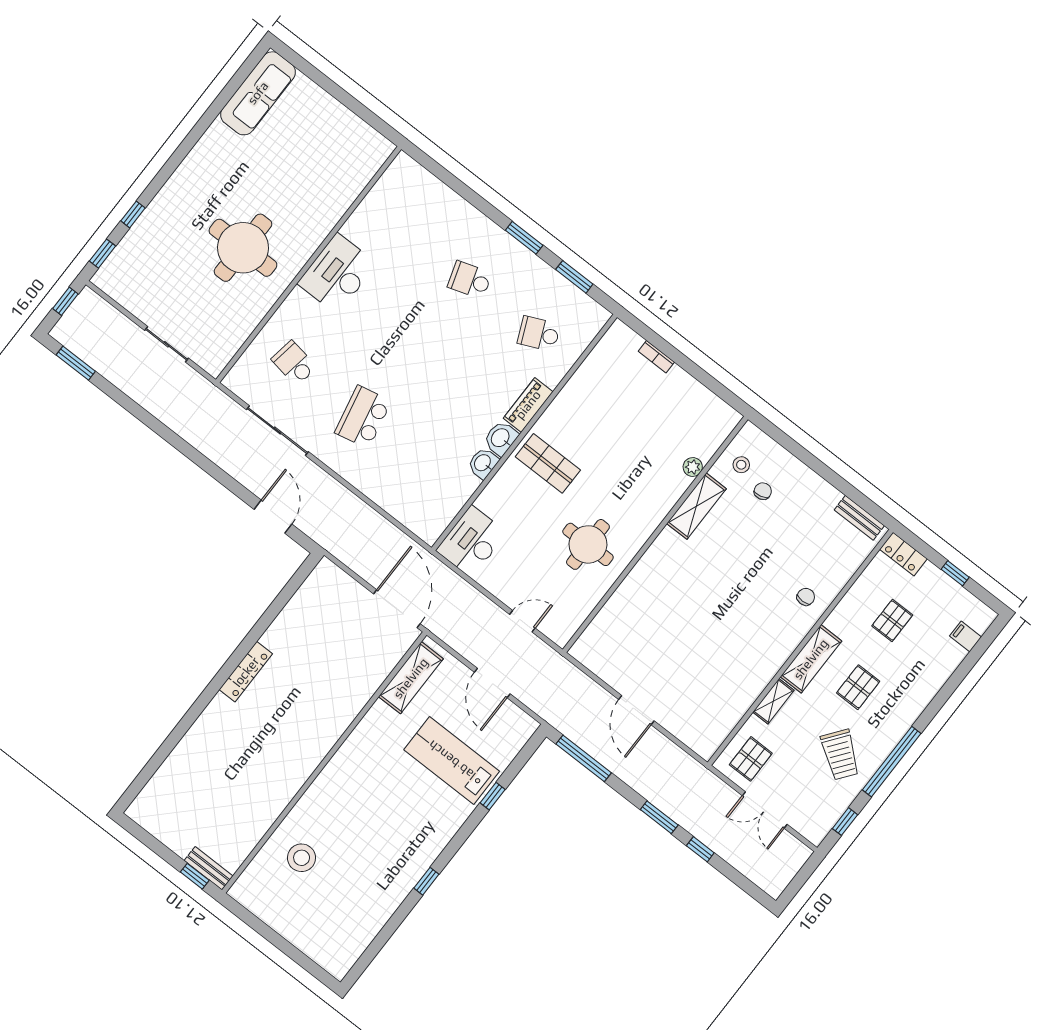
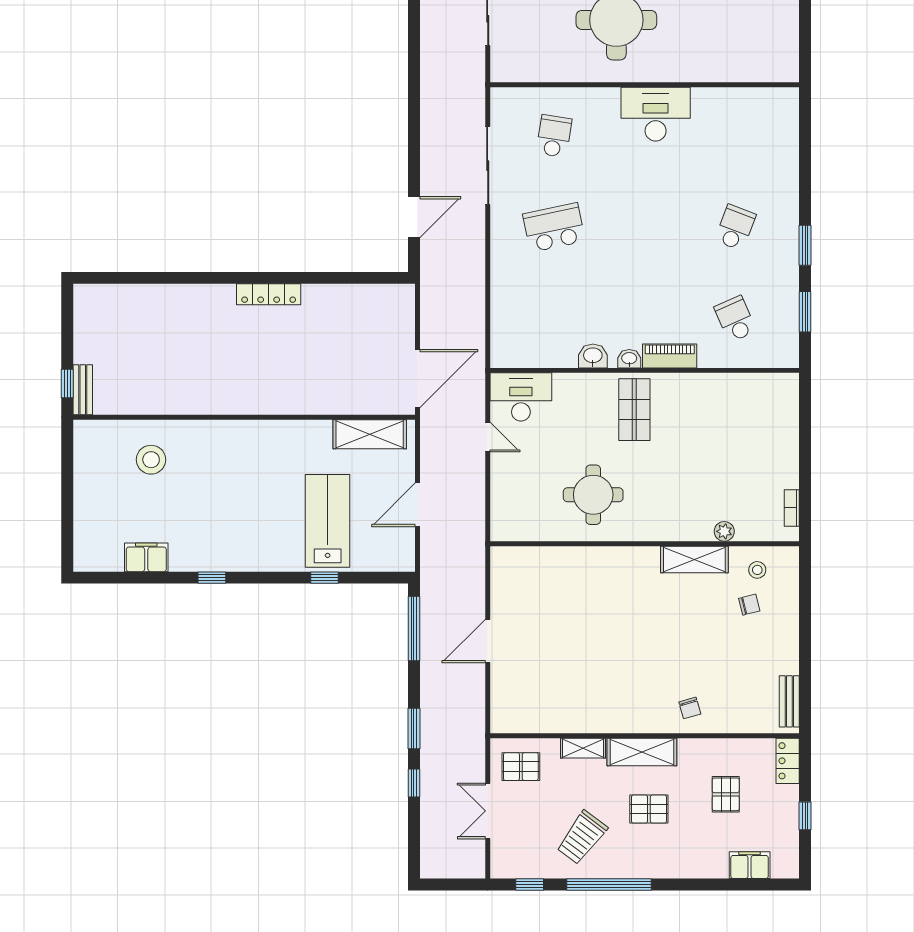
school desk: (470, 280) -> (735, 228), turned 39
bookcase: (656, 357) -> (792, 508), moved
washbasin: (501, 438) -> (629, 359), width x0.72, depth x0.69
chair: (806, 597) -> (690, 708), turned 74
pallet: (892, 620) -> (726, 794), turned 90
door: (522, 621) -> (488, 437), moved
filing cabinet: (966, 636) -> (750, 865), width x2.00
filing cabinet: (372, 919) -> (146, 557), added

